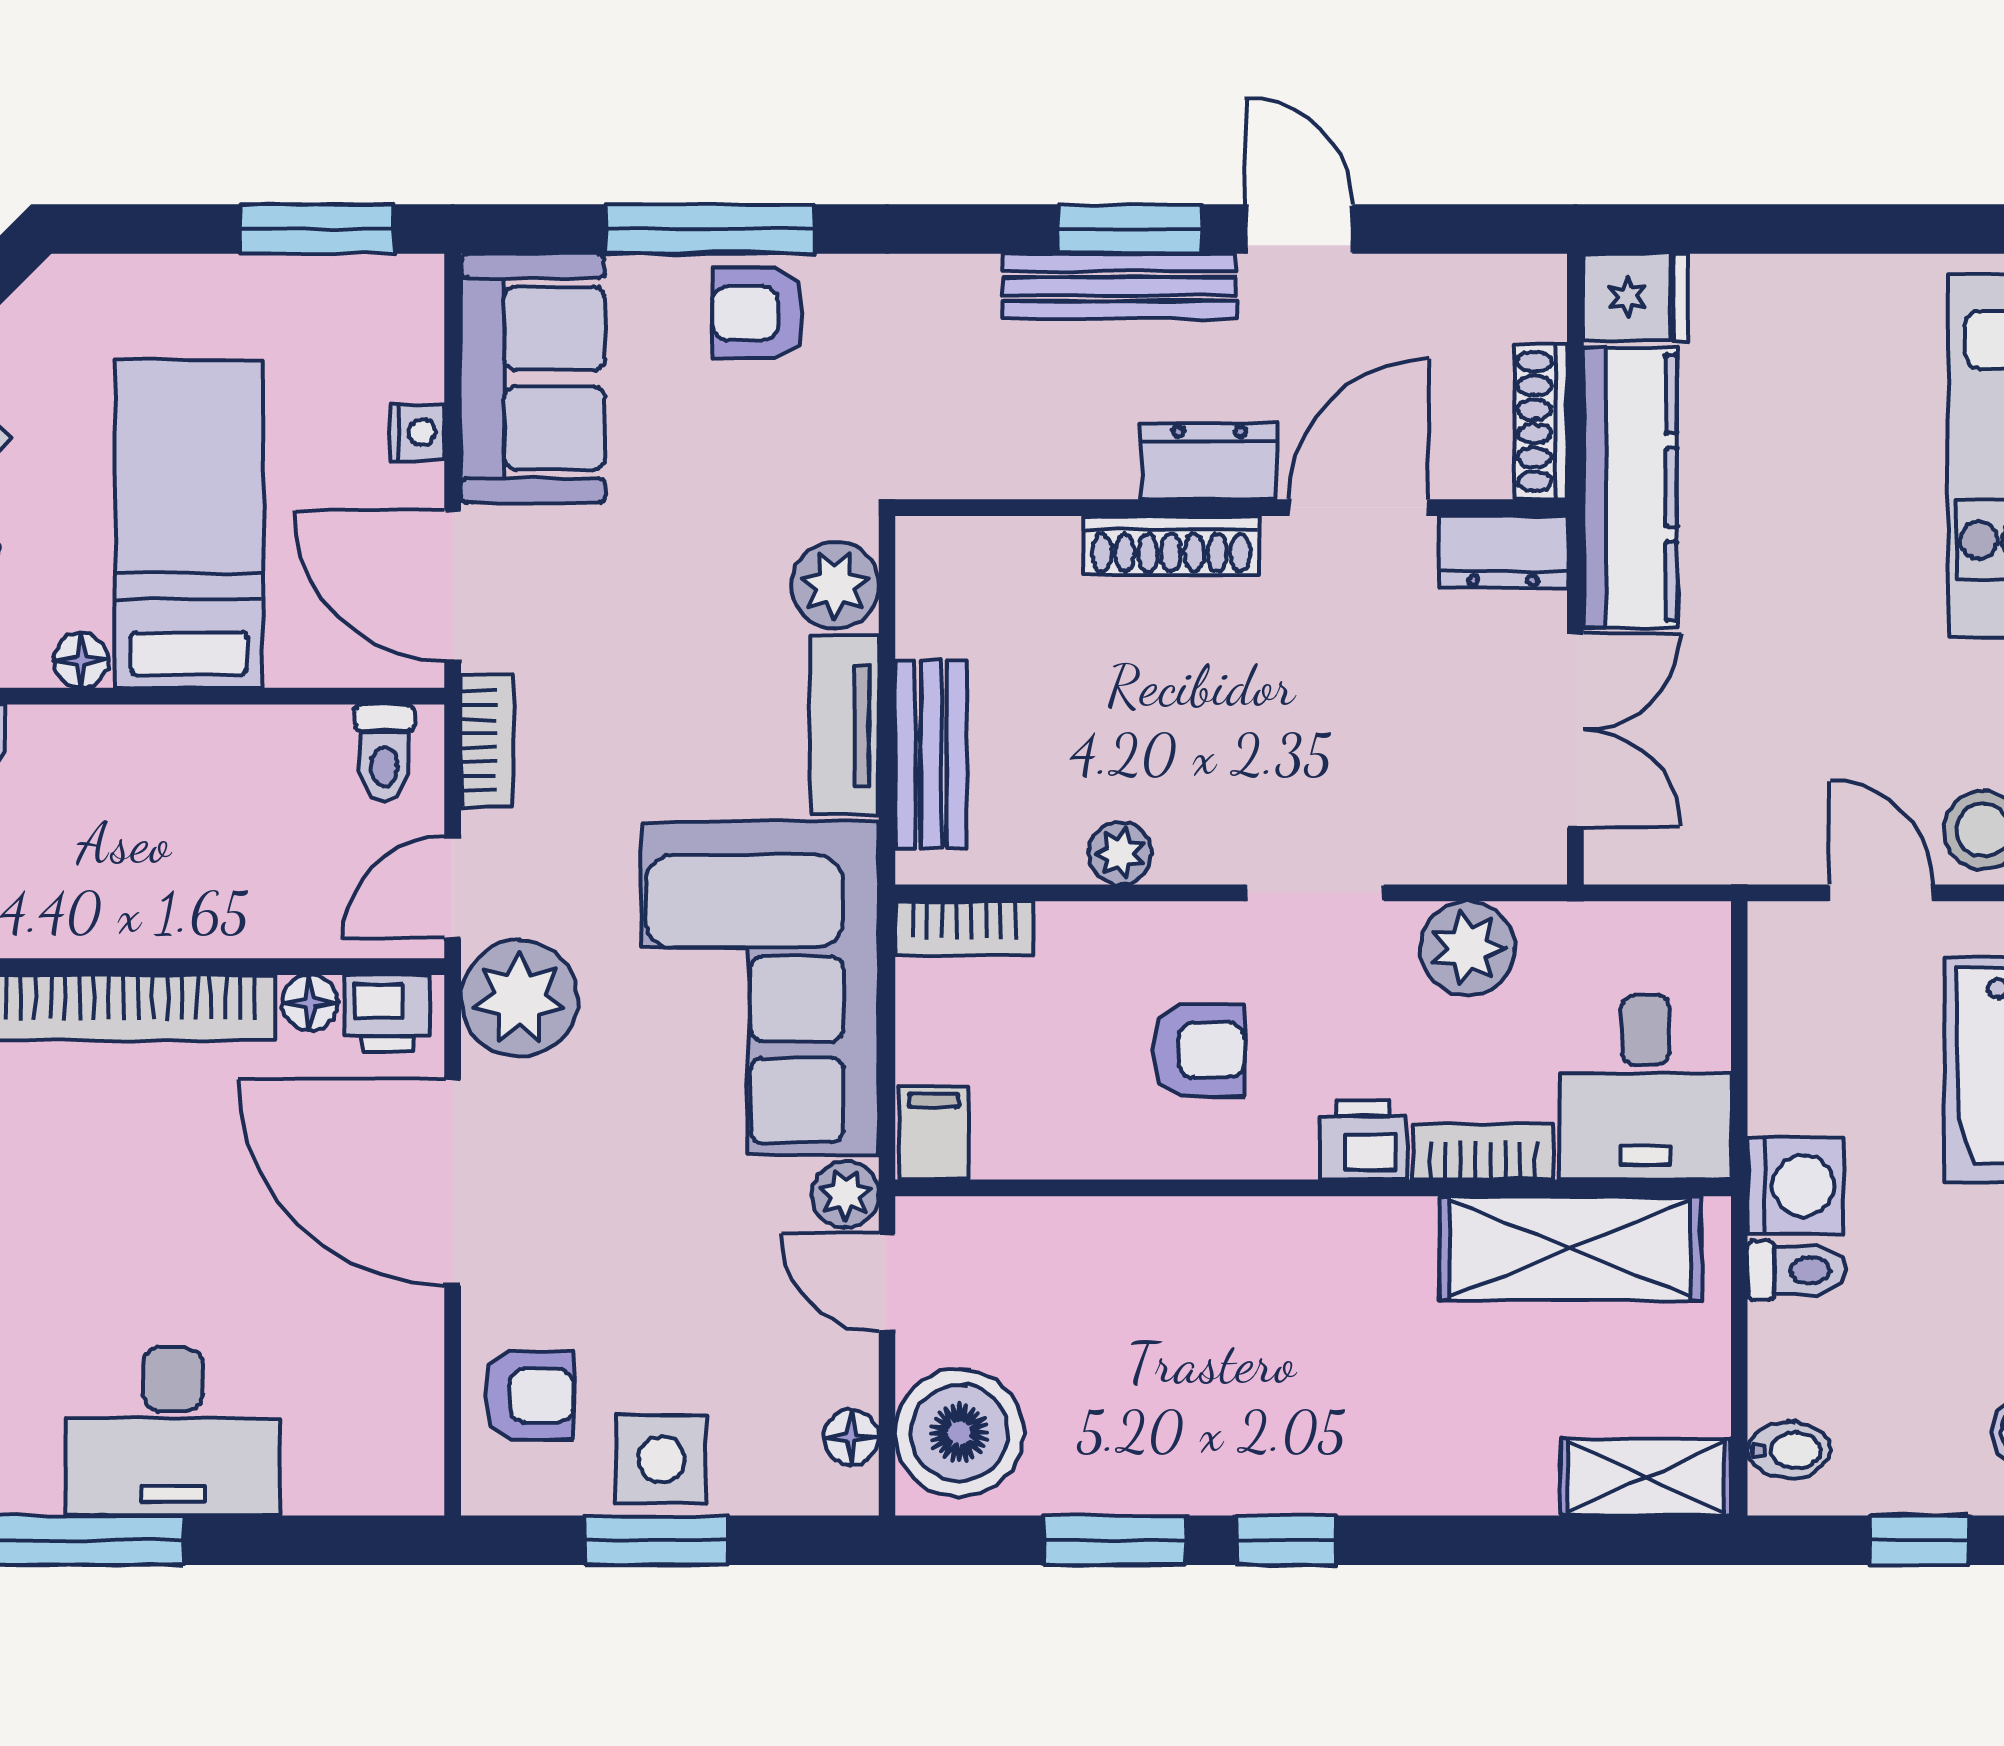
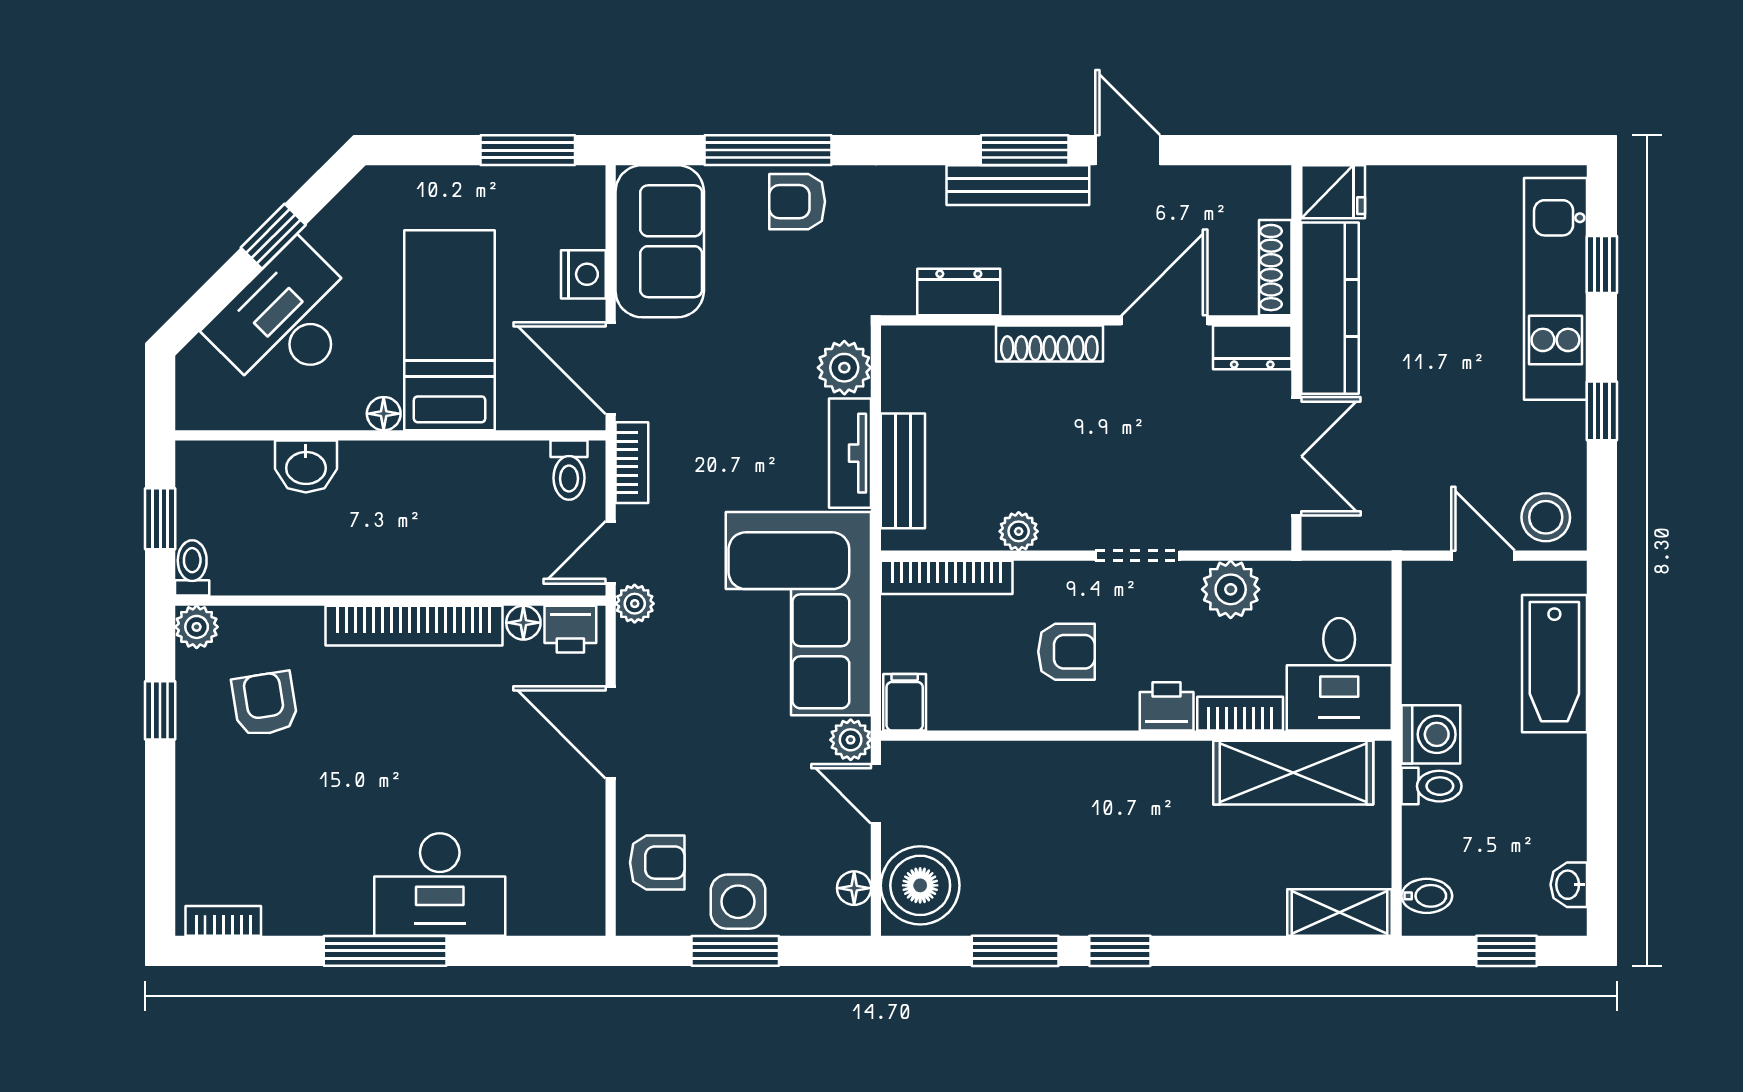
nightstand: (417, 432) -> (583, 274), width x1.39, depth x1.35
dresser: (1209, 461) -> (959, 292), moved
bookcase: (964, 929) -> (947, 577), width x1.56
plant: (519, 999) -> (635, 604), width x0.53, depth x0.53
door: (453, 1182) -> (611, 732), width x0.73

